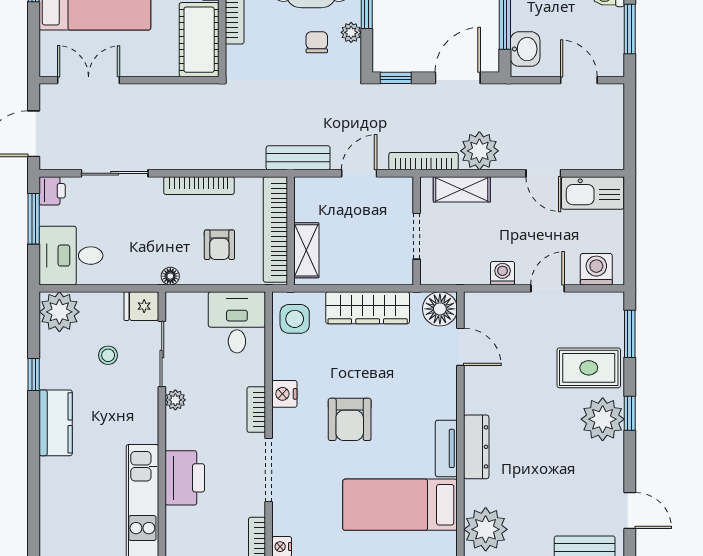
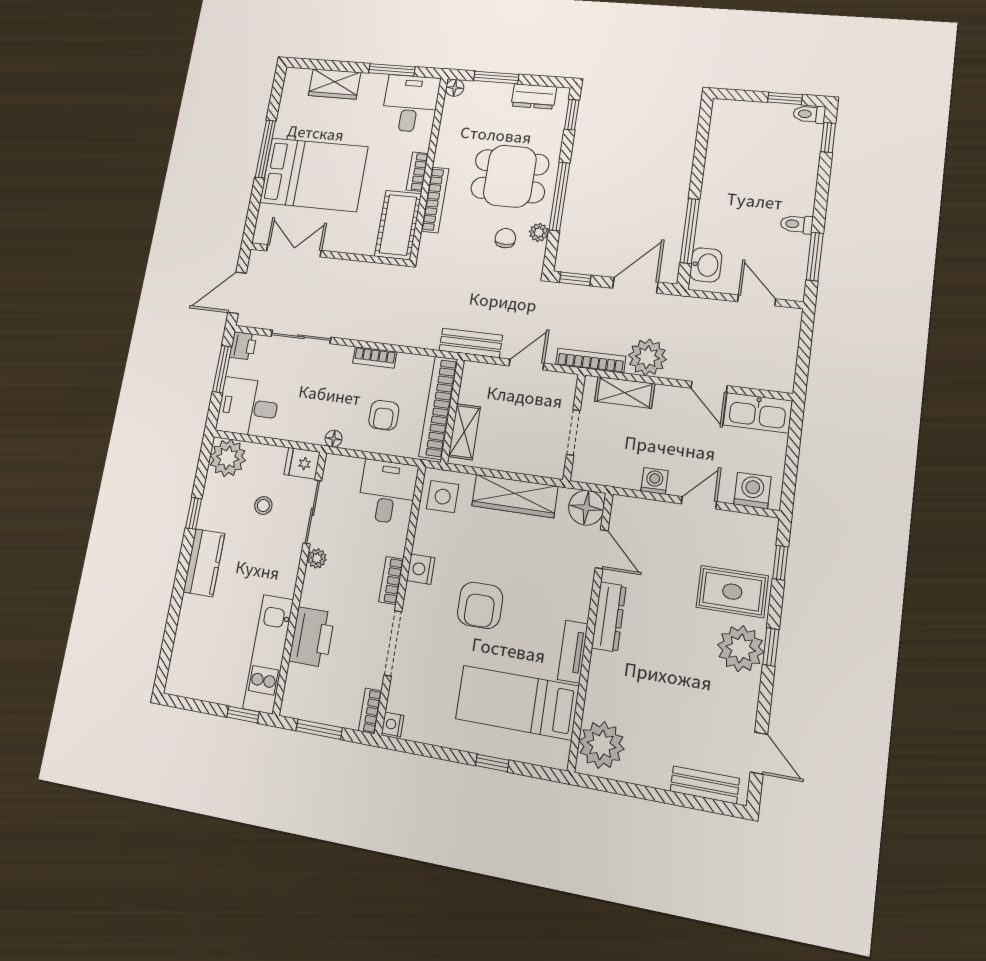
bookcase: (199, 186) -> (375, 357), width x0.64
window: (630, 334) -> (780, 563), width x0.67
dresser: (476, 447) -> (609, 617), moved

